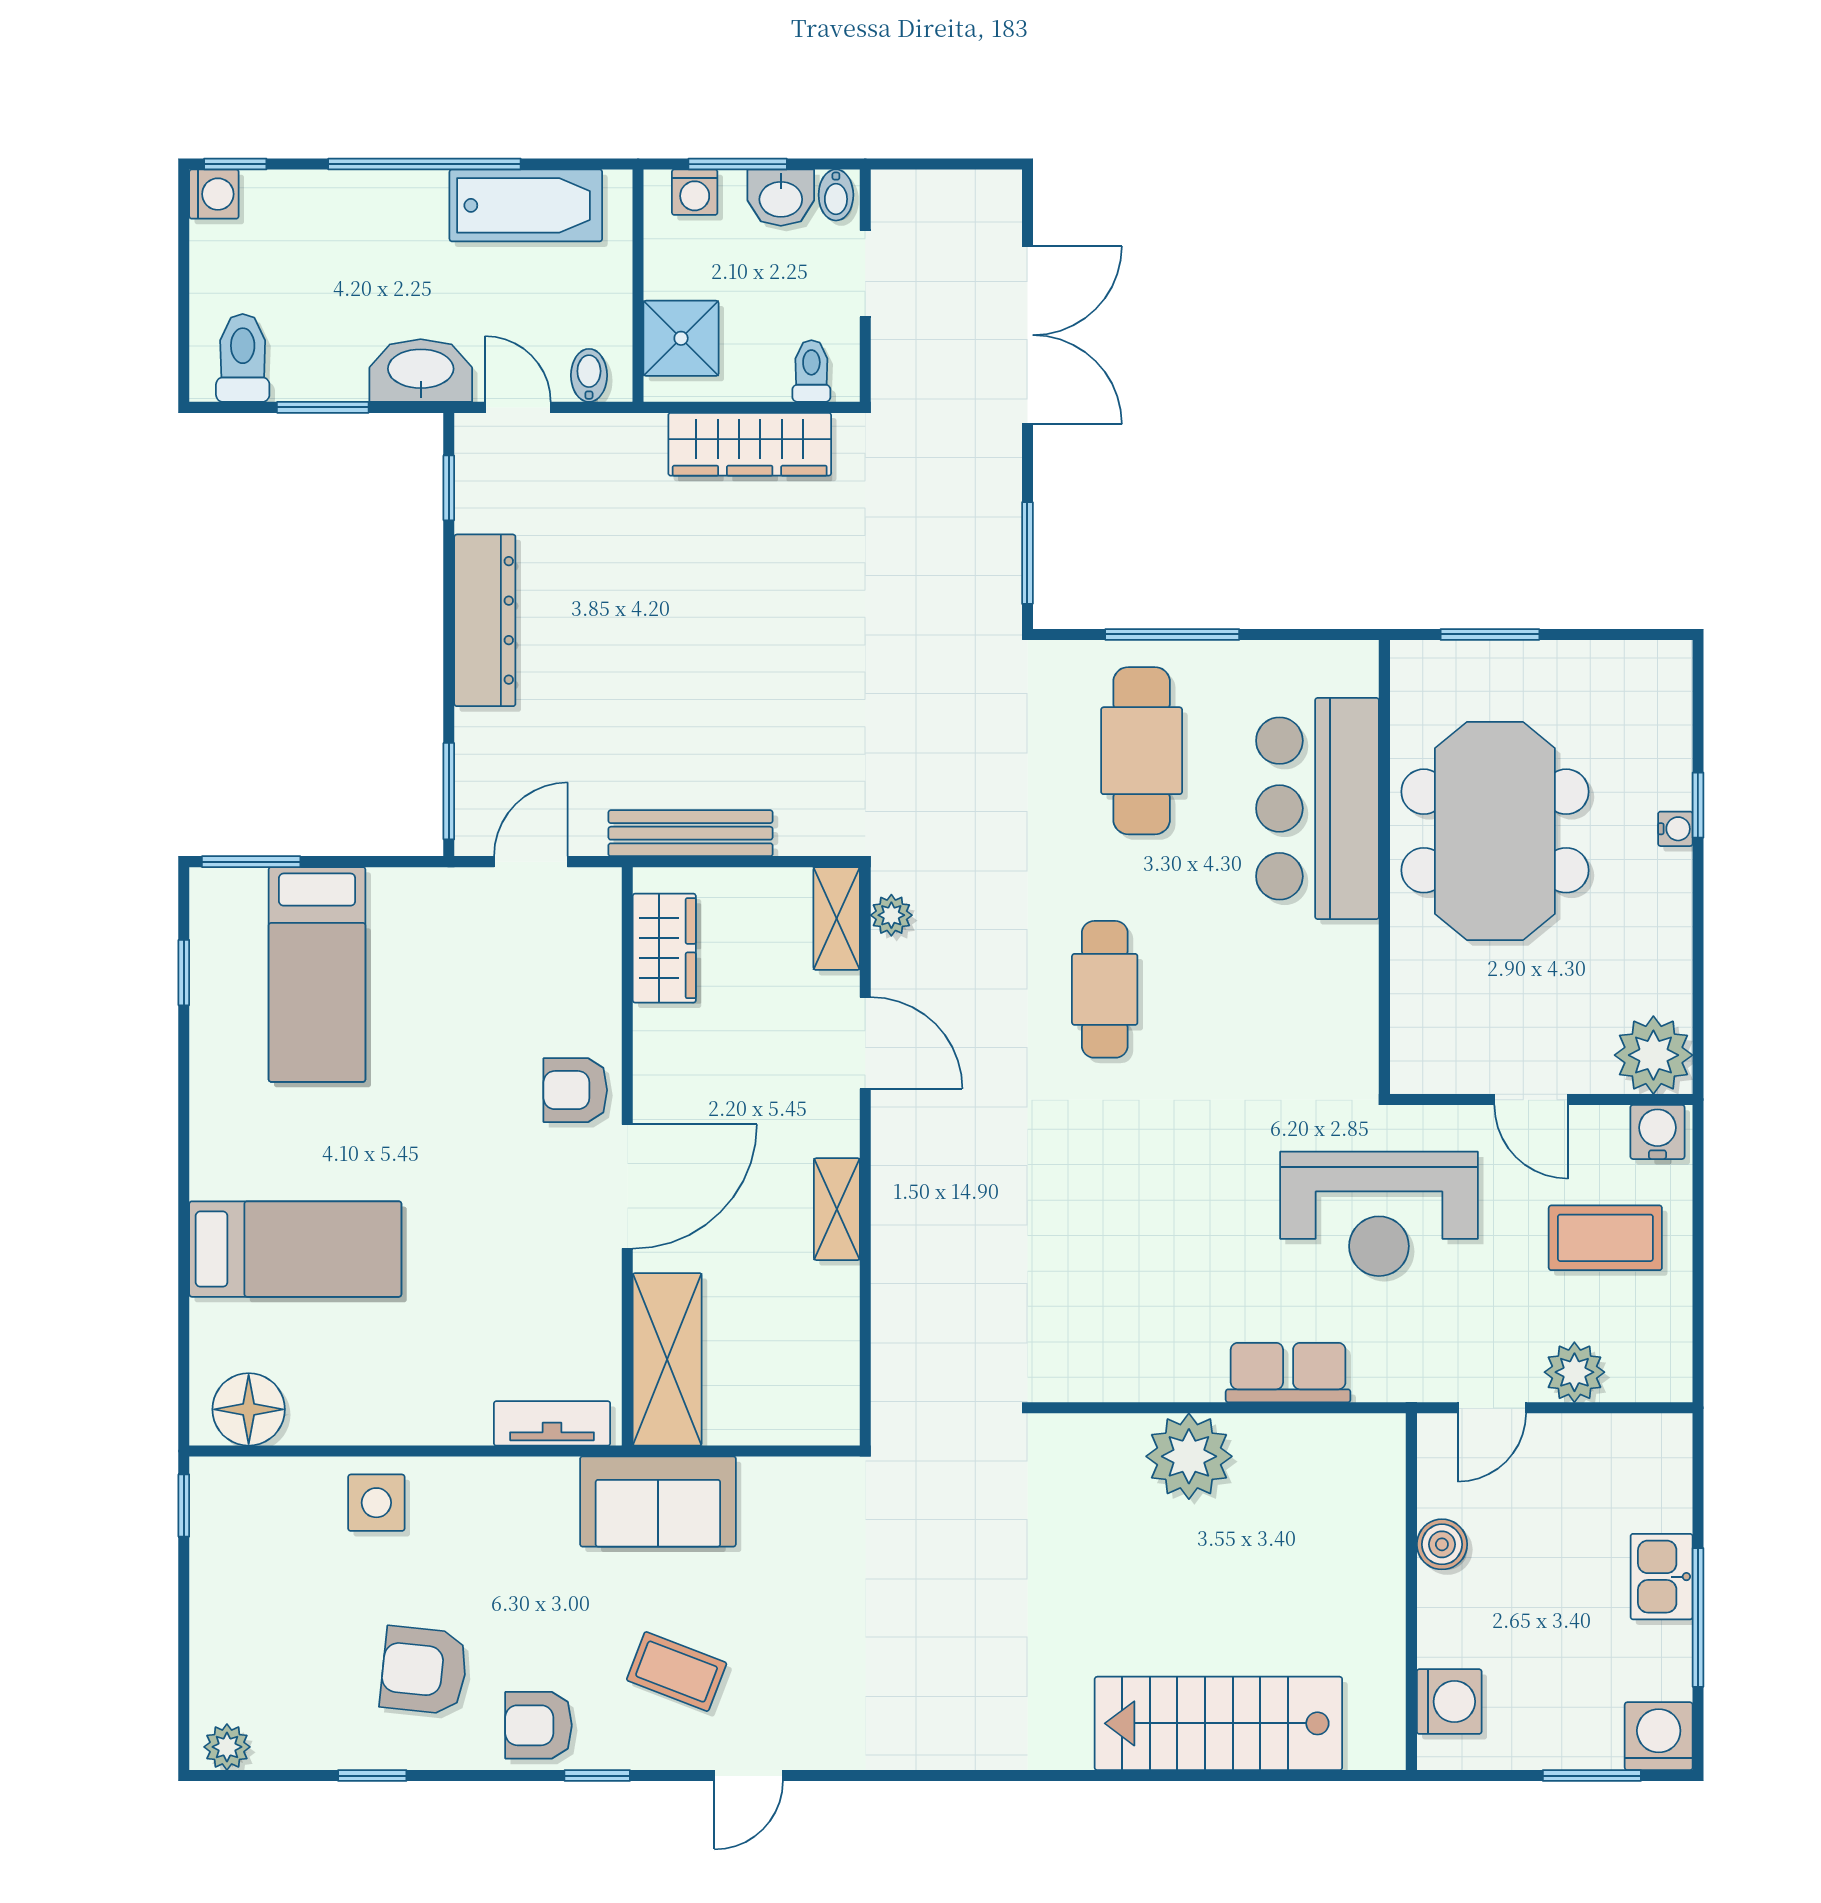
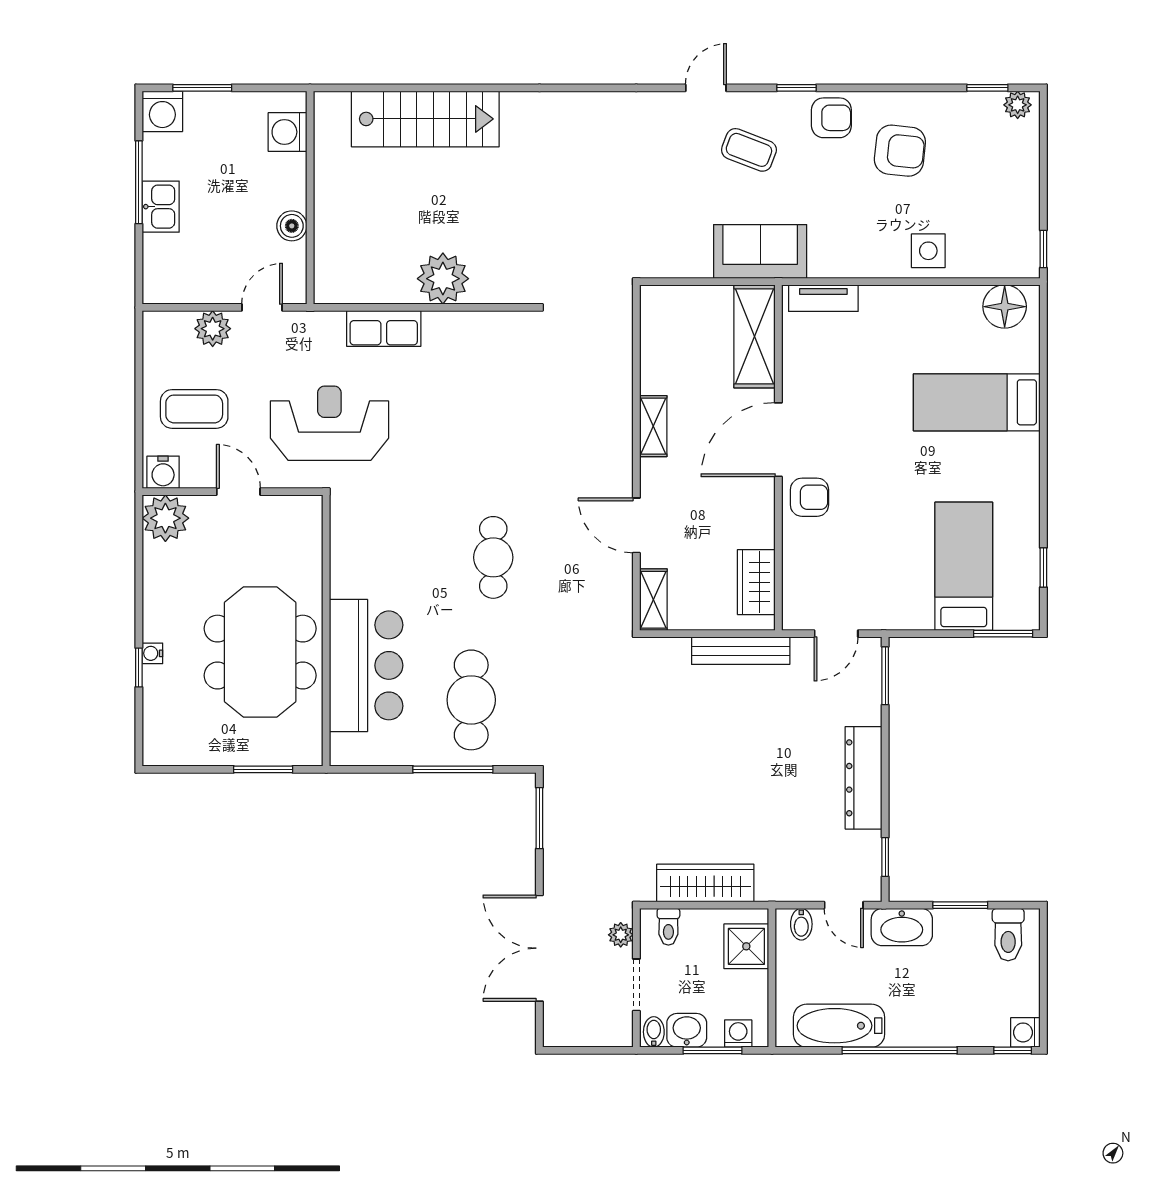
plant: (891, 915) -> (621, 935), moved
window: (372, 1776) -> (987, 88), moved

